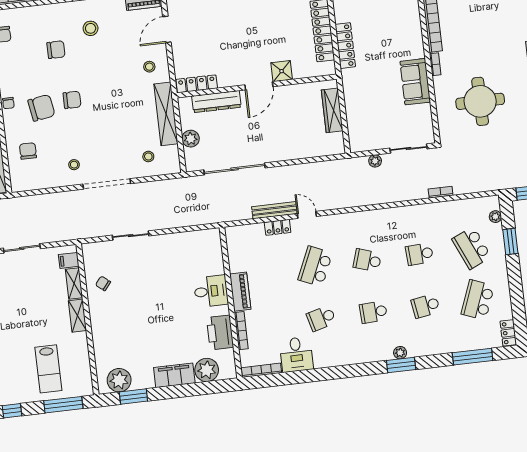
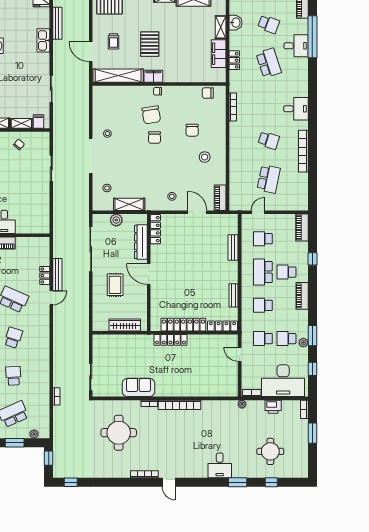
shower: (282, 71) -> (157, 292), removed
shelving: (166, 114) -> (129, 204), width x0.68
rug: (279, 130) -> (115, 285), added
chair: (28, 151) -> (121, 101), removed
plant: (375, 161) -> (85, 352), removed

